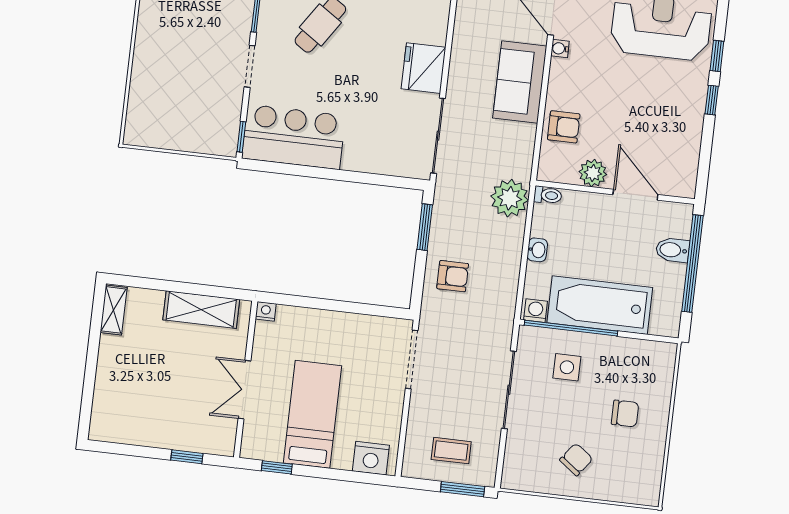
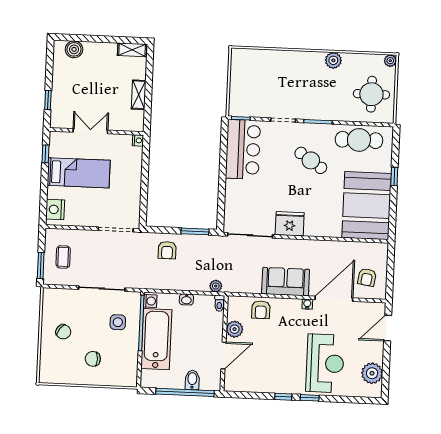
plant: (510, 198) -> (216, 286), width x0.53, depth x0.53
shelving: (201, 310) -> (139, 95), width x0.67, depth x0.75
boiler: (106, 407) -> (74, 49), added
chair: (625, 414) -> (93, 359), turned 90

